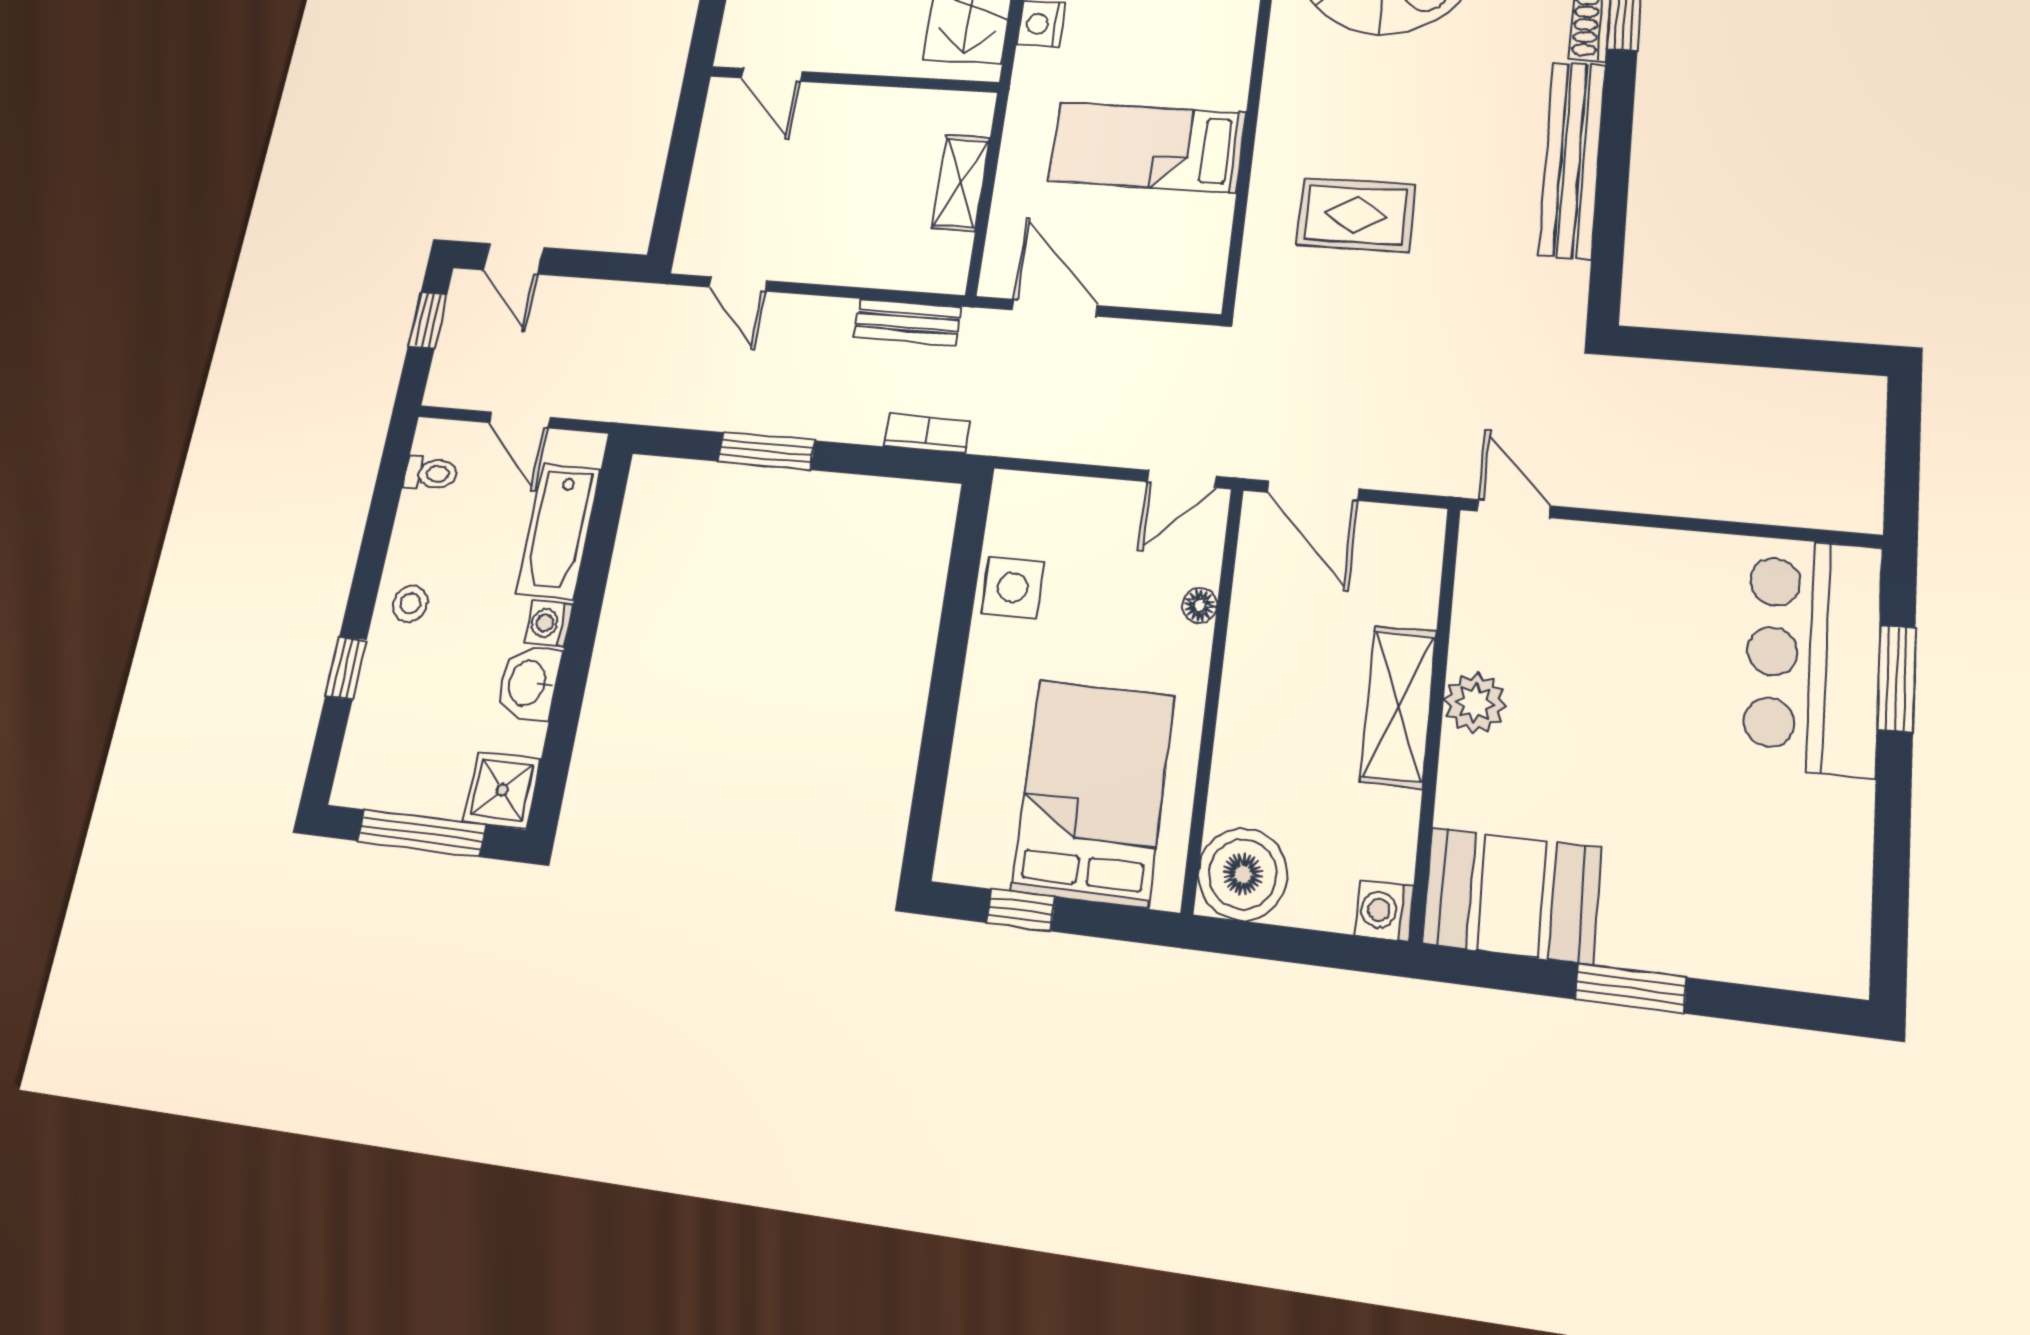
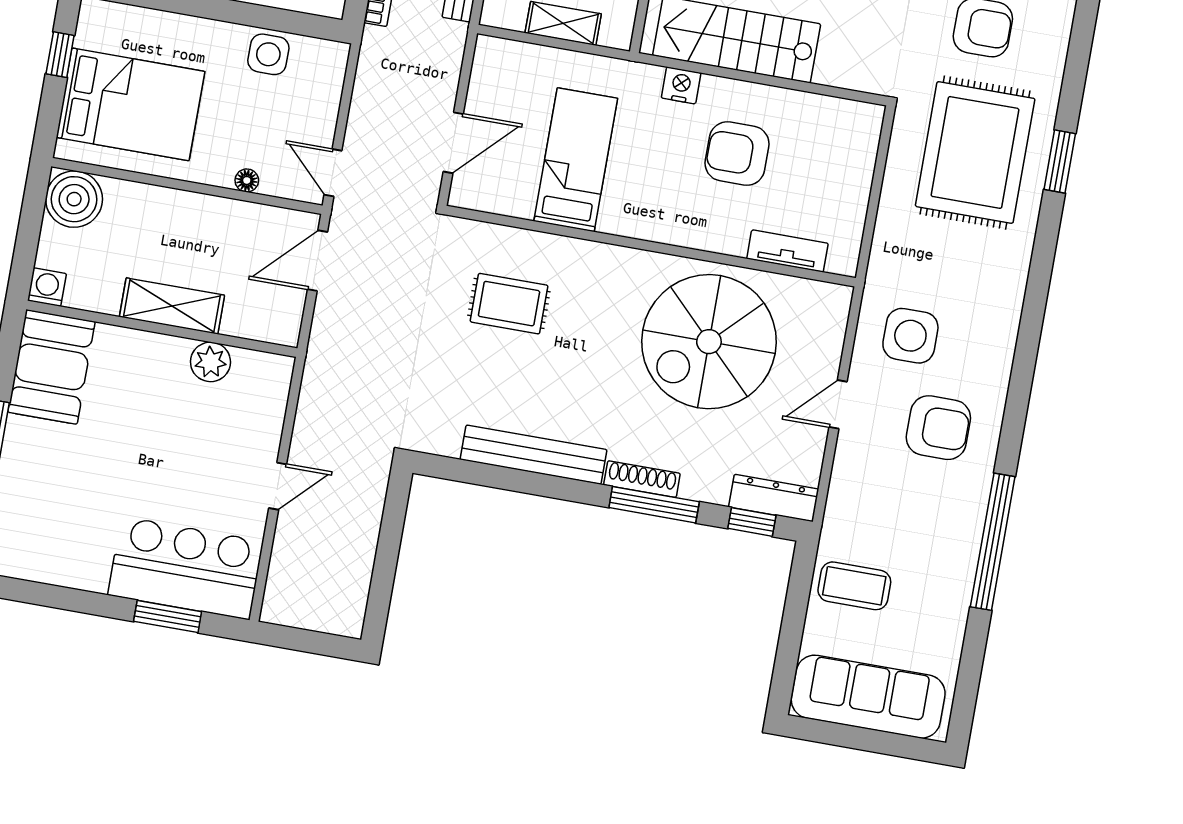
rug: (1356, 215) -> (509, 304), turned 90
door: (1055, 308) -> (453, 143), moved
door: (1514, 509) -> (278, 486), moved
plant: (1475, 703) -> (210, 362), moved

